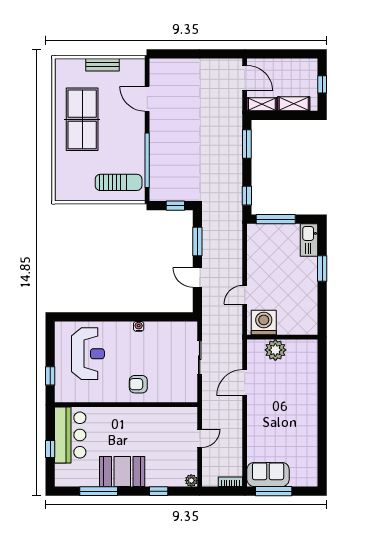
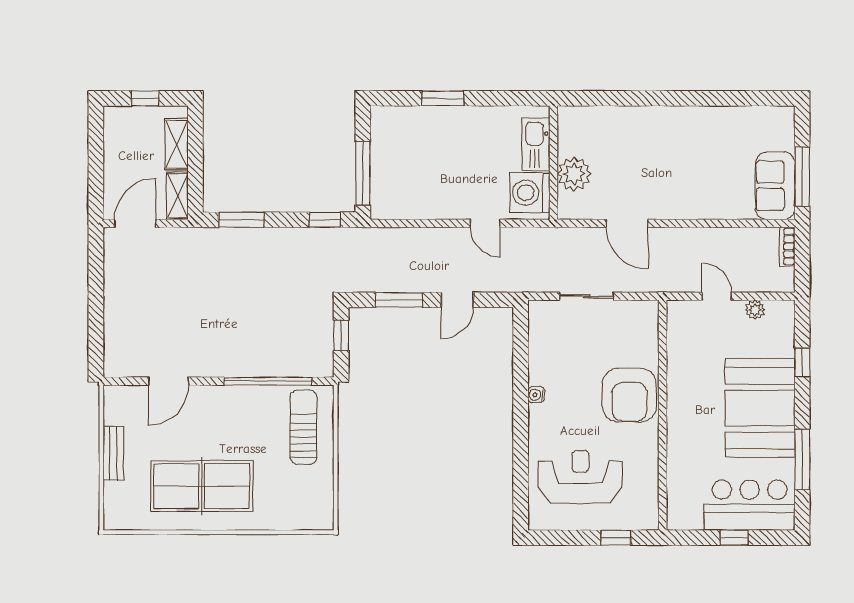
kitchen sink: (309, 240) -> (536, 144), moved, turned 90
armchair: (138, 384) -> (629, 395), width x1.88, depth x1.88
bar counter: (70, 435) -> (750, 505), moved
booth: (122, 471) -> (760, 408), width x1.36, depth x1.42
plant: (191, 481) -> (755, 310), moved

